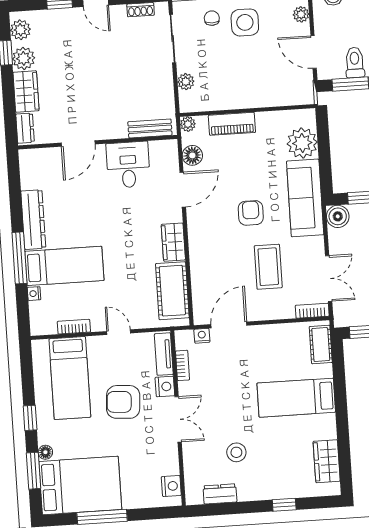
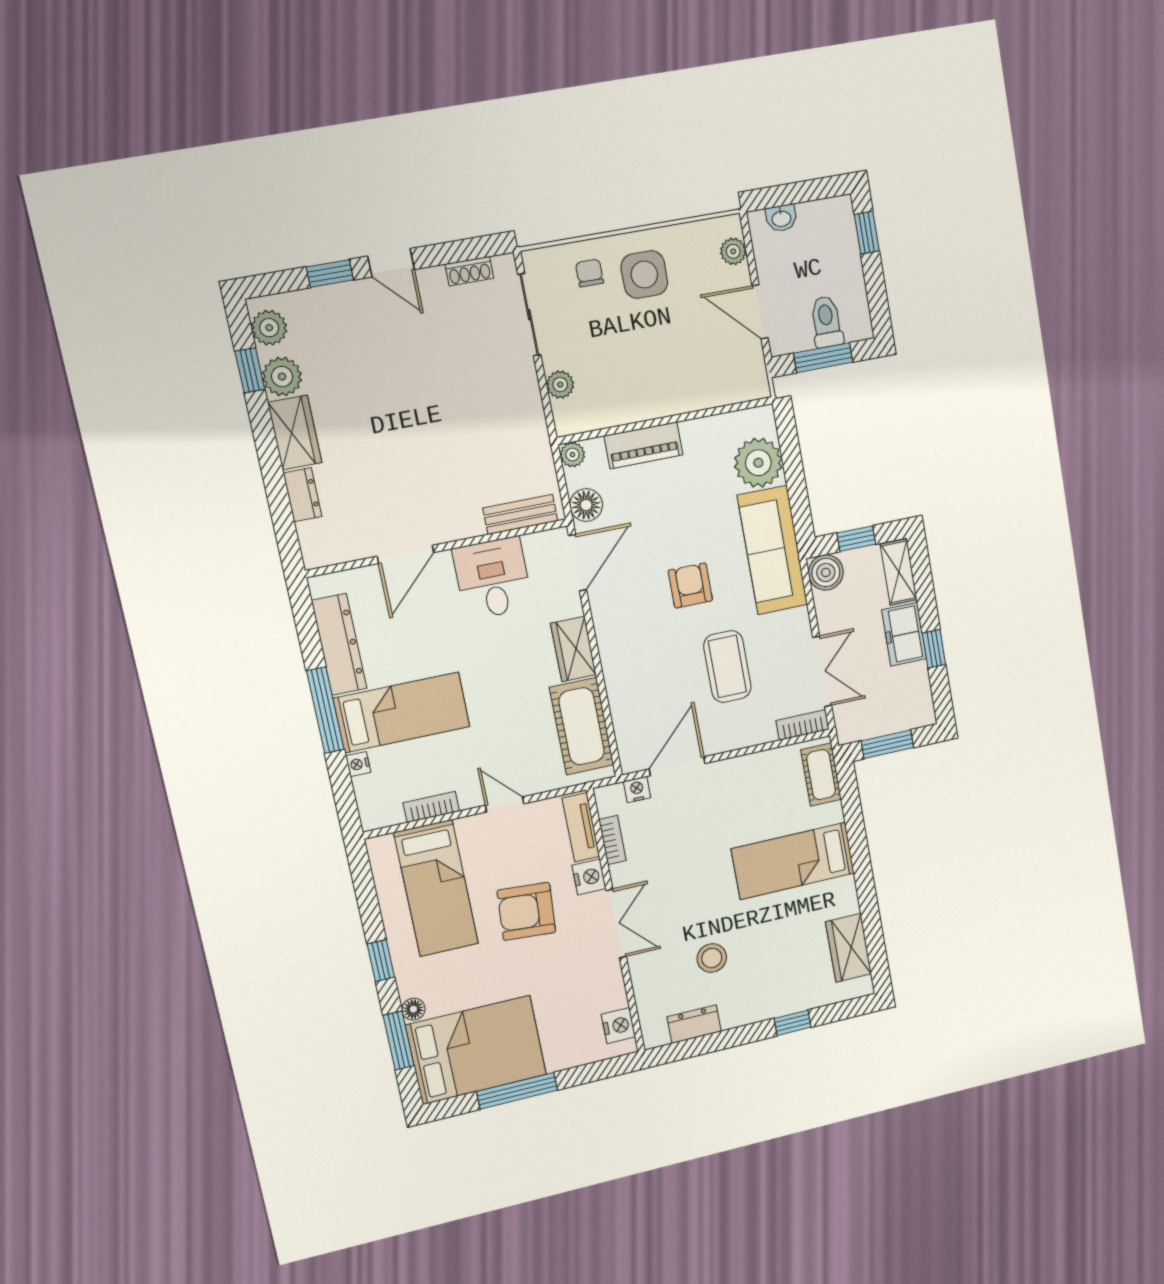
bench: (150, 128) -> (520, 514), moved
wall: (98, 142) -> (437, 548), moved
door: (78, 143) -> (405, 554), moved
desk: (128, 165) -> (493, 578), moved

